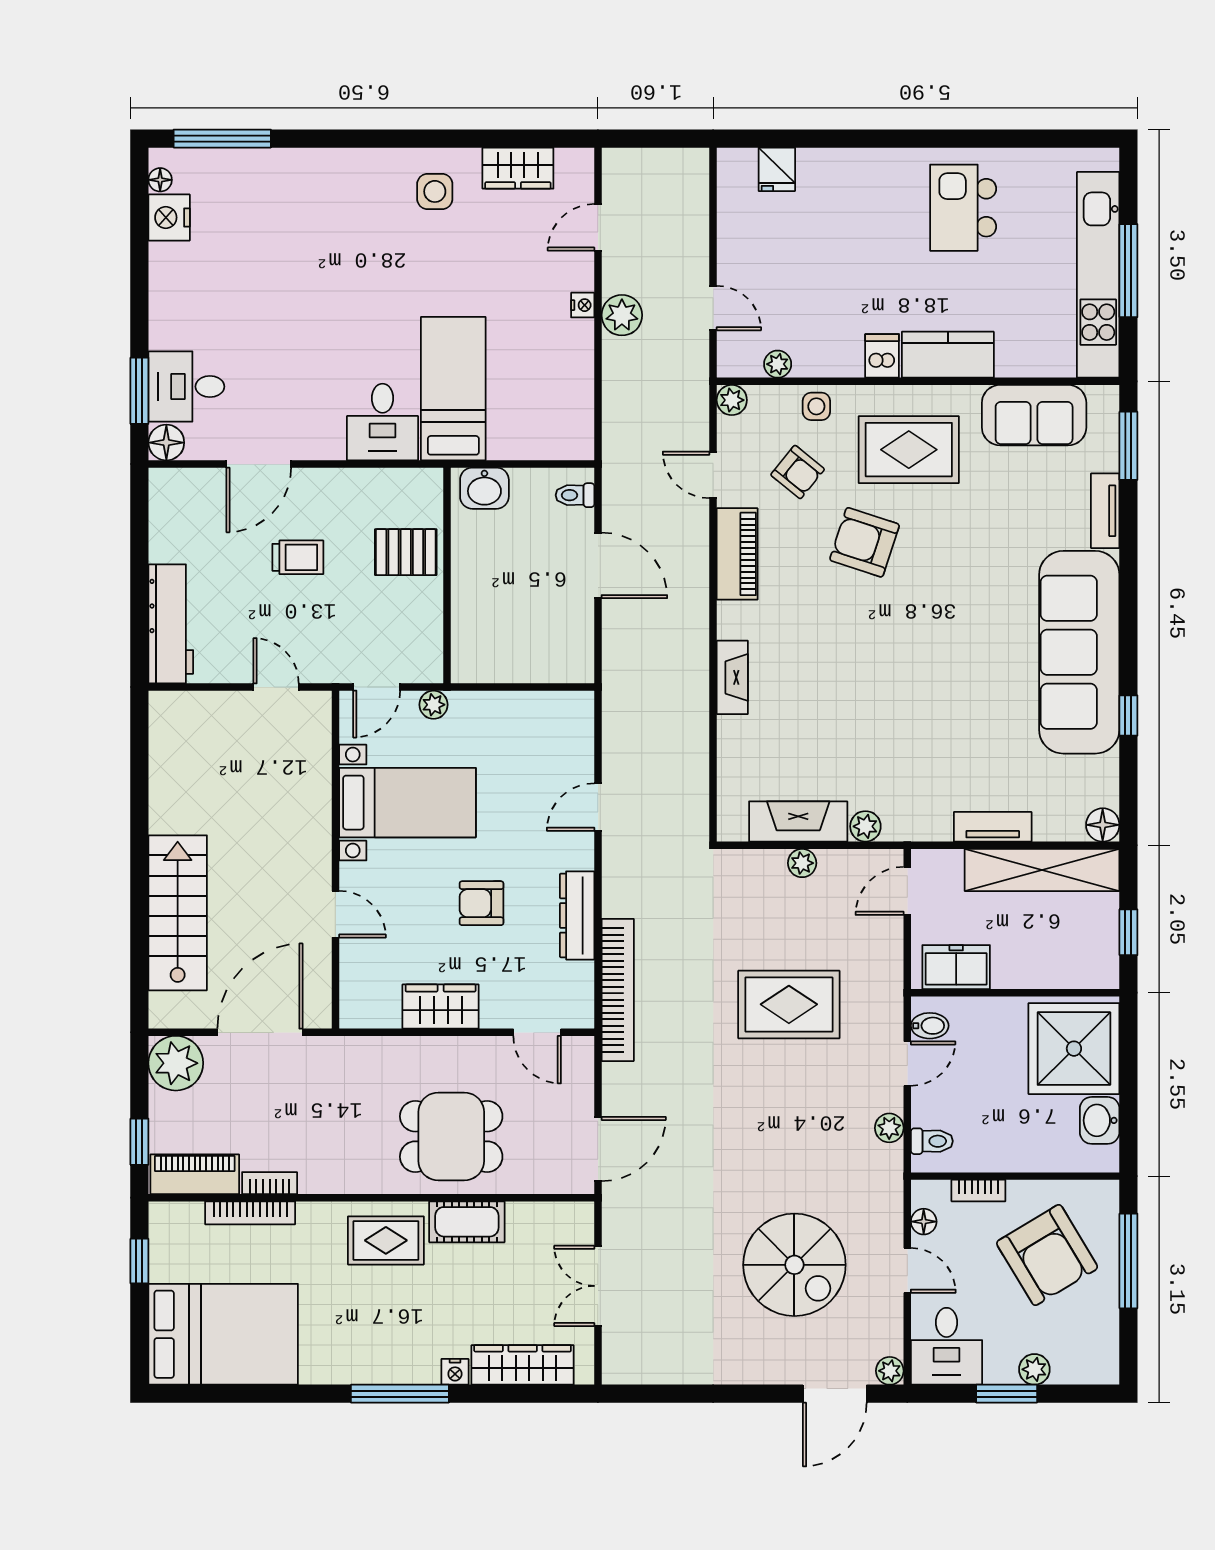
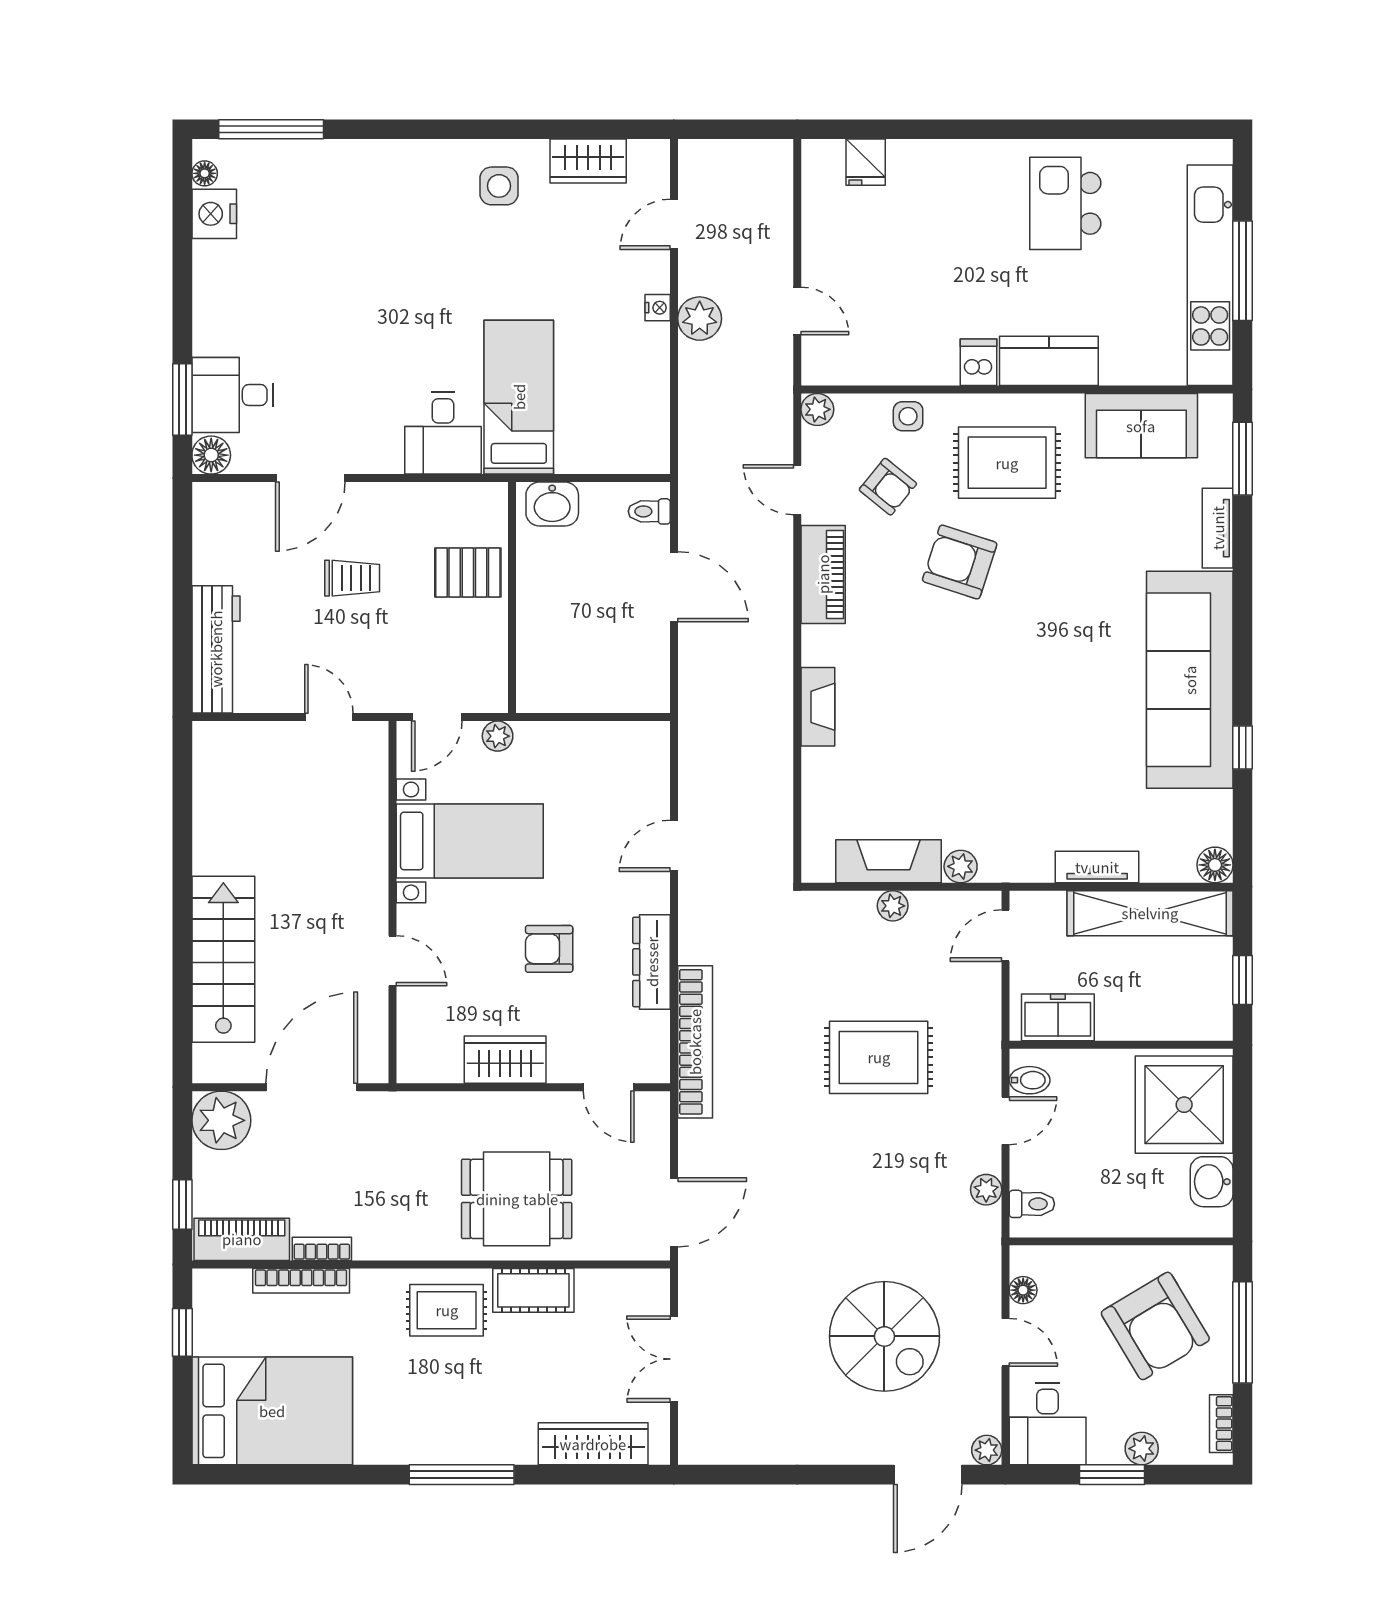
plant: (778, 364) -> (866, 371), removed
bookcase: (978, 1191) -> (1221, 1424), moved, turned 90
nightstand: (455, 1372) -> (521, 1451), removed

